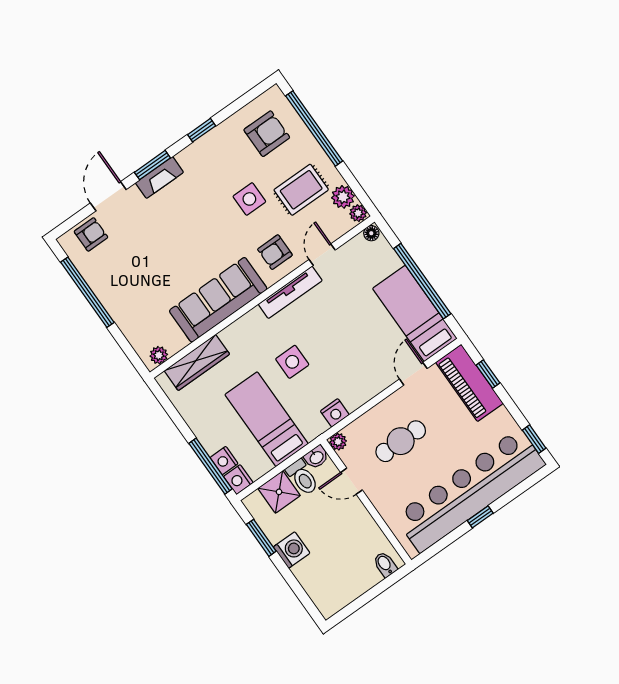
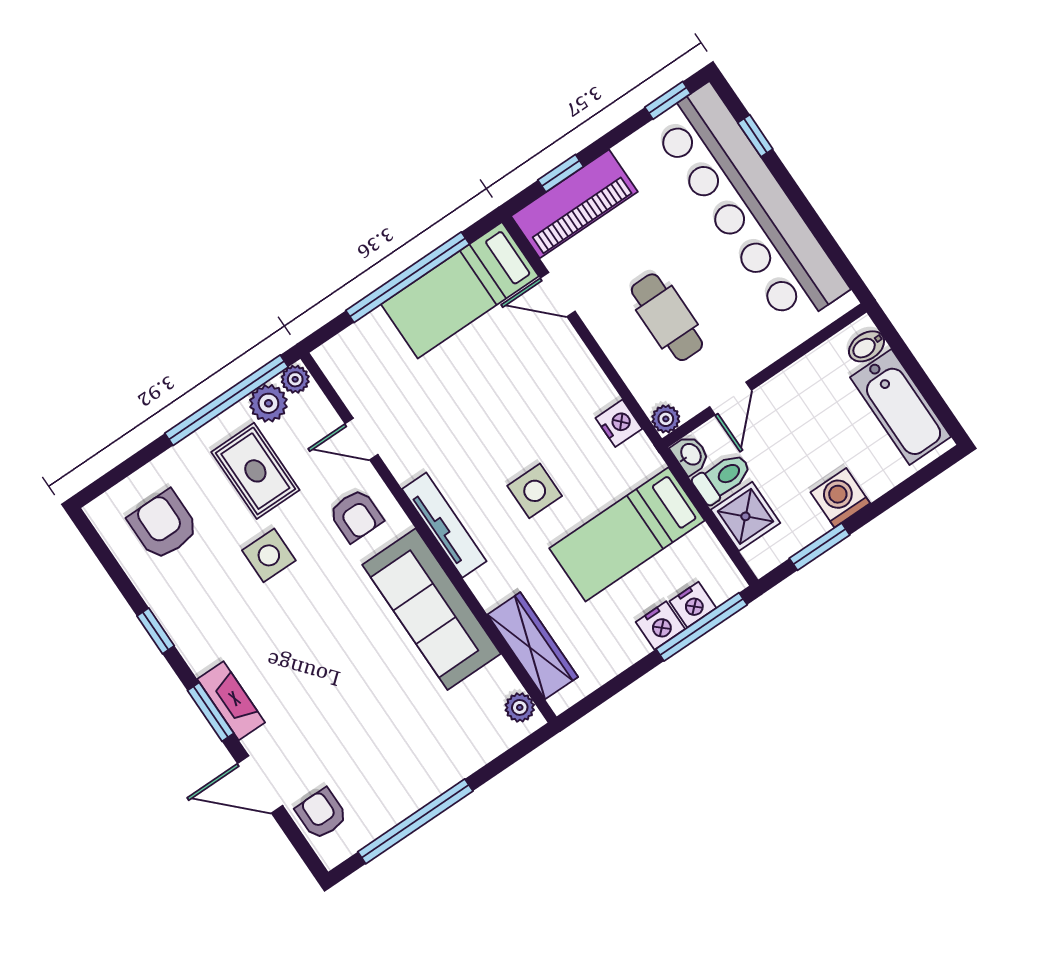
window: (314, 128) -> (227, 400), moved
floor lamp: (371, 233) -> (328, 358), removed
tv unit: (290, 292) -> (444, 525), moved
nightstand: (238, 480) -> (660, 626), moved
window: (480, 517) -> (755, 136), moved
bathtub: (348, 586) -> (901, 407), added

